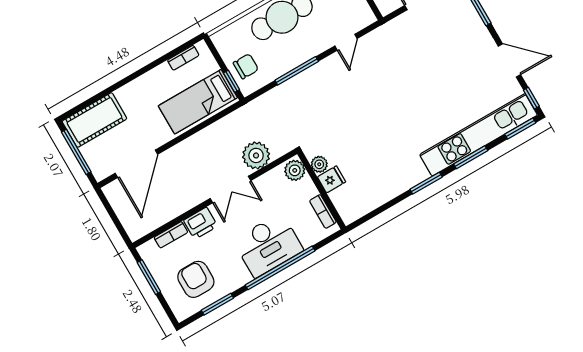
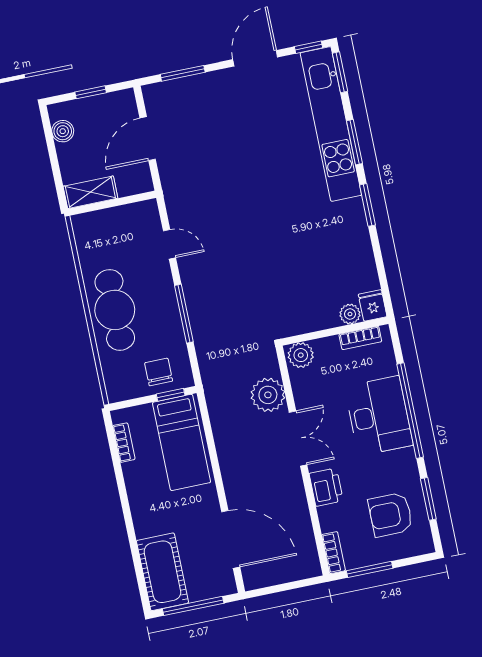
plant: (319, 164) -> (350, 314), moved
fridge: (331, 179) -> (373, 305), moved
bookcase: (171, 235) -> (334, 553), moved

